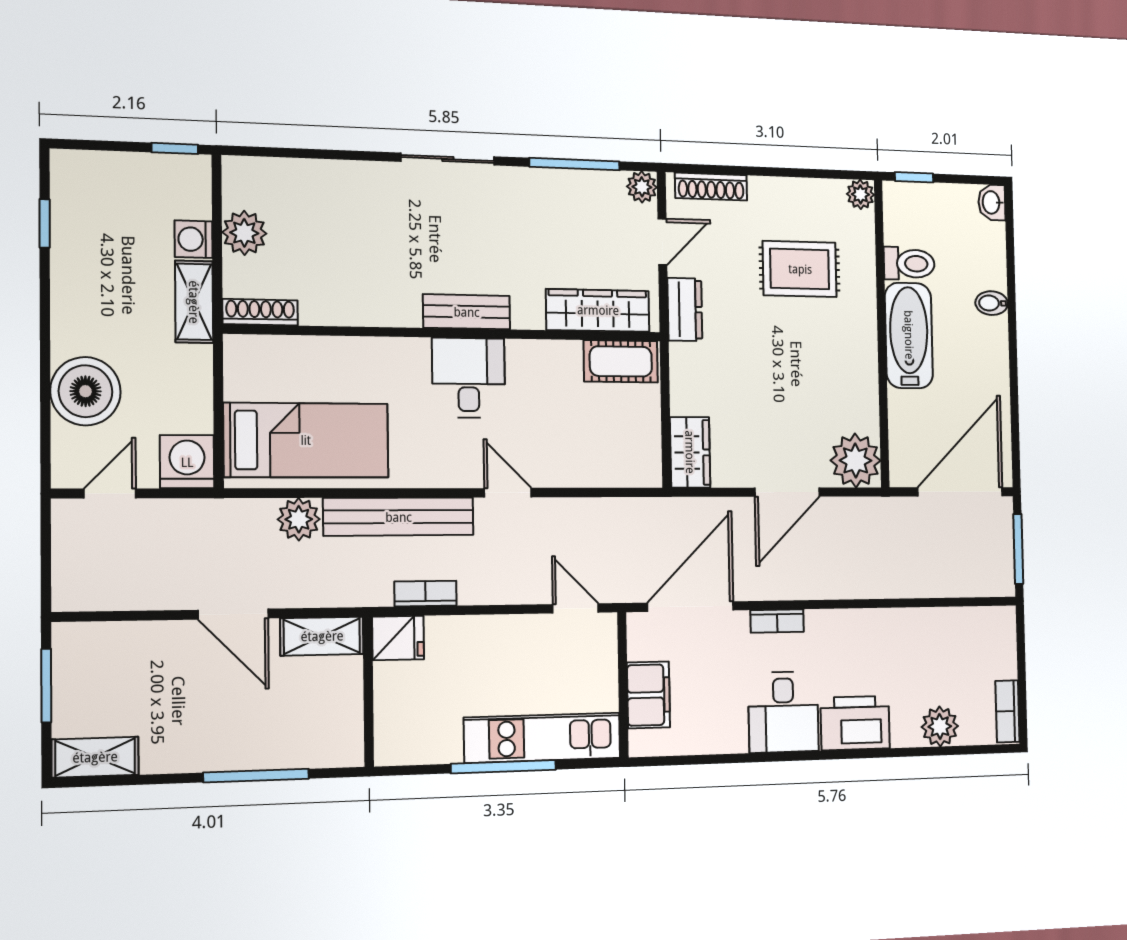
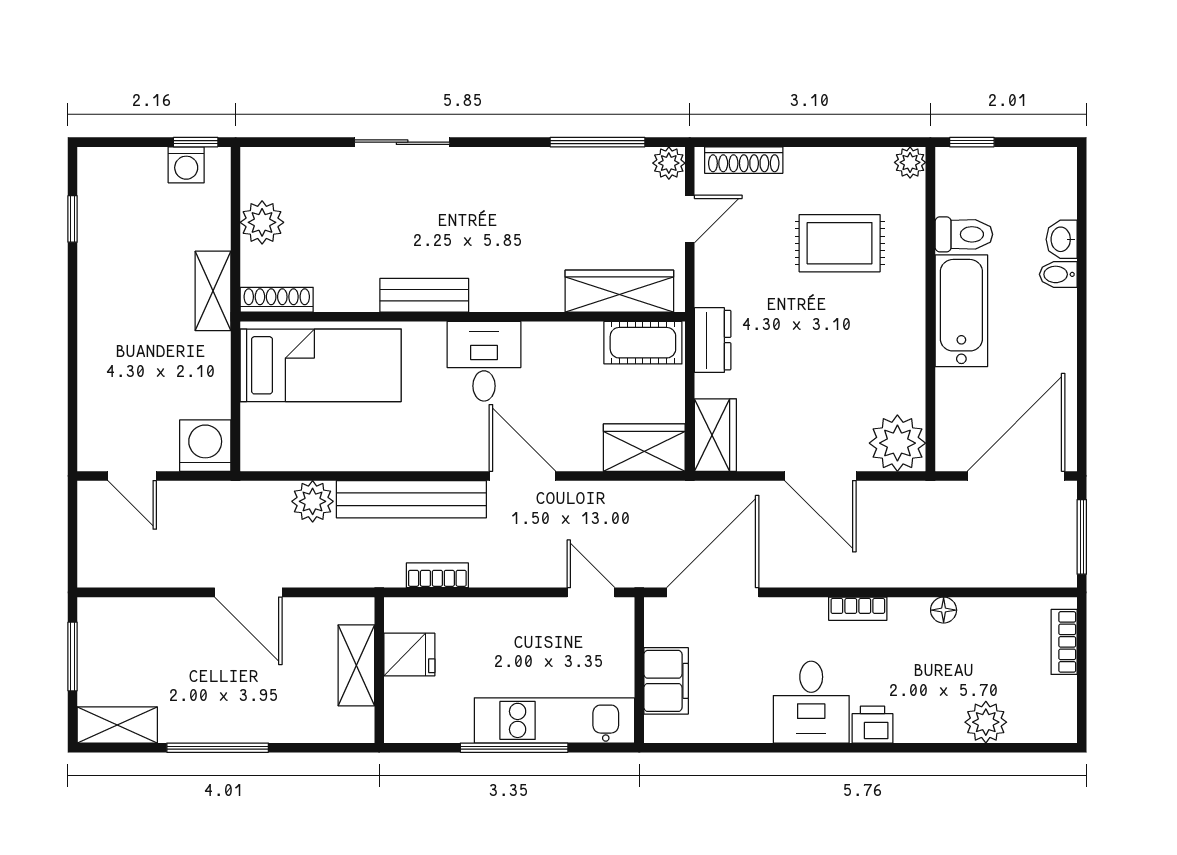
sliding door: (448, 159) -> (402, 142), moved
washbasin: (992, 202) -> (1062, 239), moved
washing machine: (194, 239) -> (186, 165), moved, turned -90
dresser: (685, 309) -> (713, 340), moved
bench: (467, 312) -> (424, 295), moved
boiler: (85, 391) -> (110, 379), removed
bed: (306, 440) -> (321, 365), moved
wardrobe: (624, 464) -> (644, 448), added
door: (787, 492) -> (820, 476), hinge flipped
door: (110, 493) -> (132, 476), swing flipped
door: (508, 493) -> (523, 476), width x1.37
floor lamp: (900, 620) -> (944, 610), added
bookcase: (777, 621) -> (858, 609), moved
shelving: (322, 636) -> (356, 665), moved, turned 90
fridge: (398, 638) -> (409, 655), moved
bookcase: (1007, 711) -> (1064, 642), moved
printer: (855, 723) -> (873, 725), width x0.53, depth x0.68
window: (256, 776) -> (218, 748), moved

